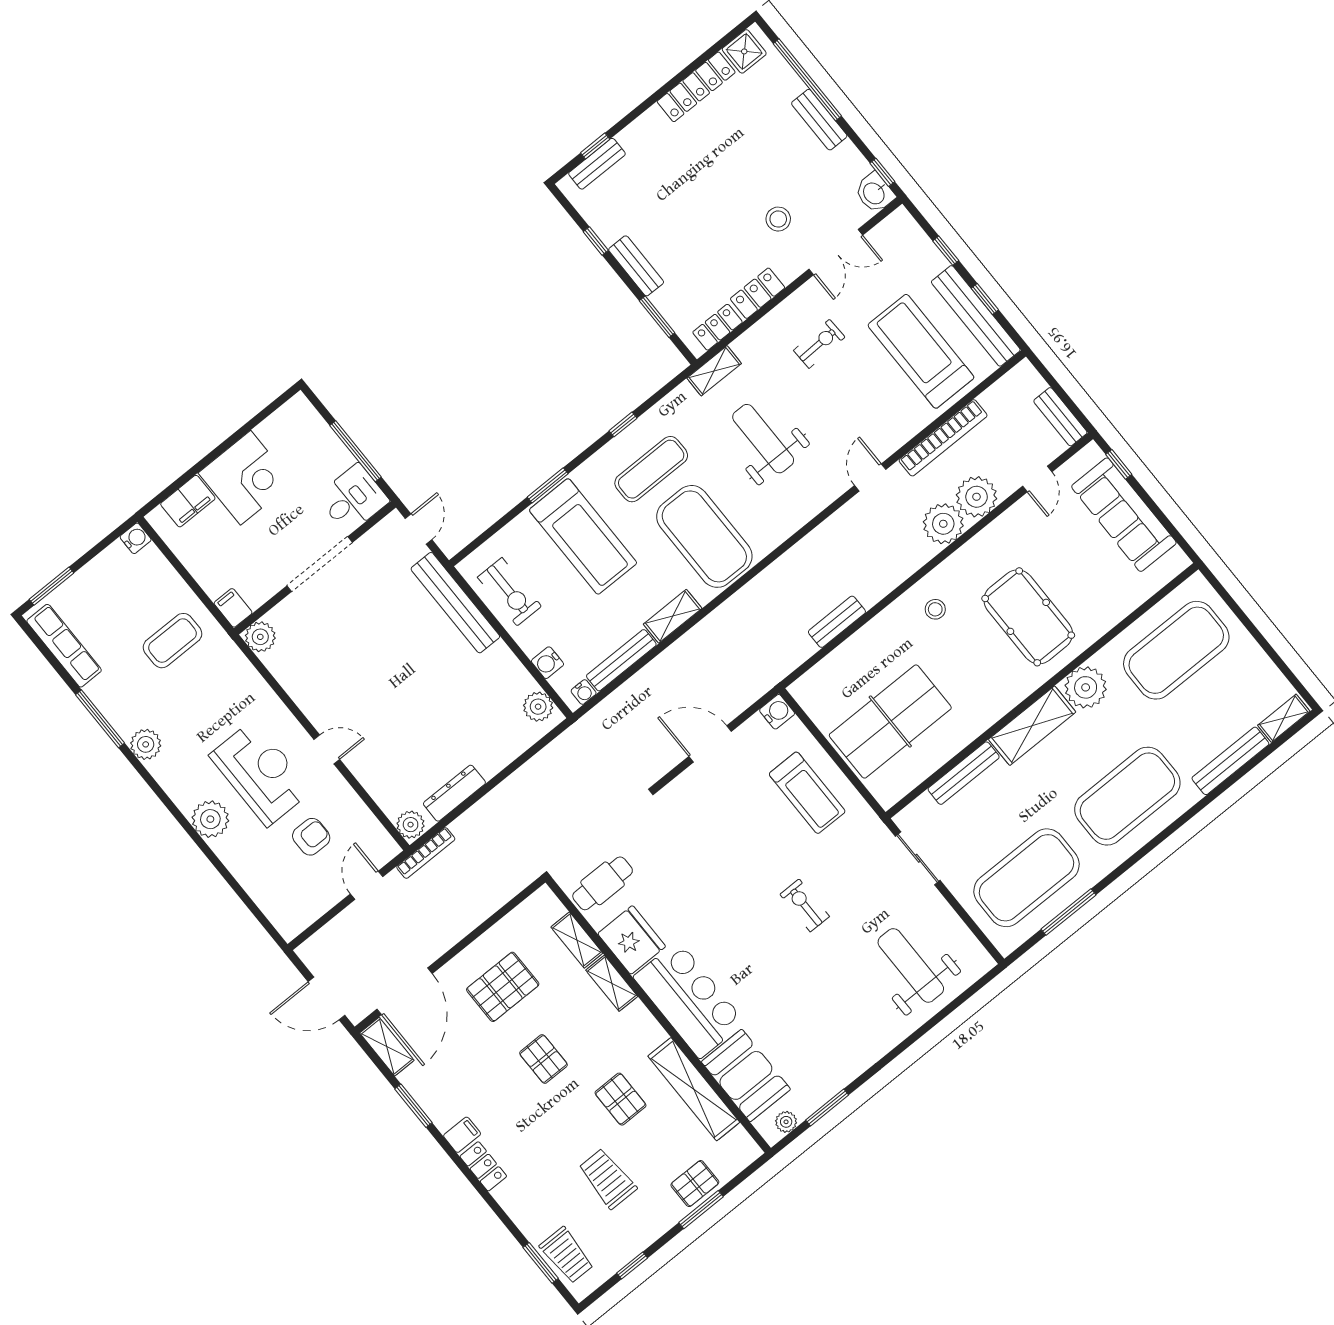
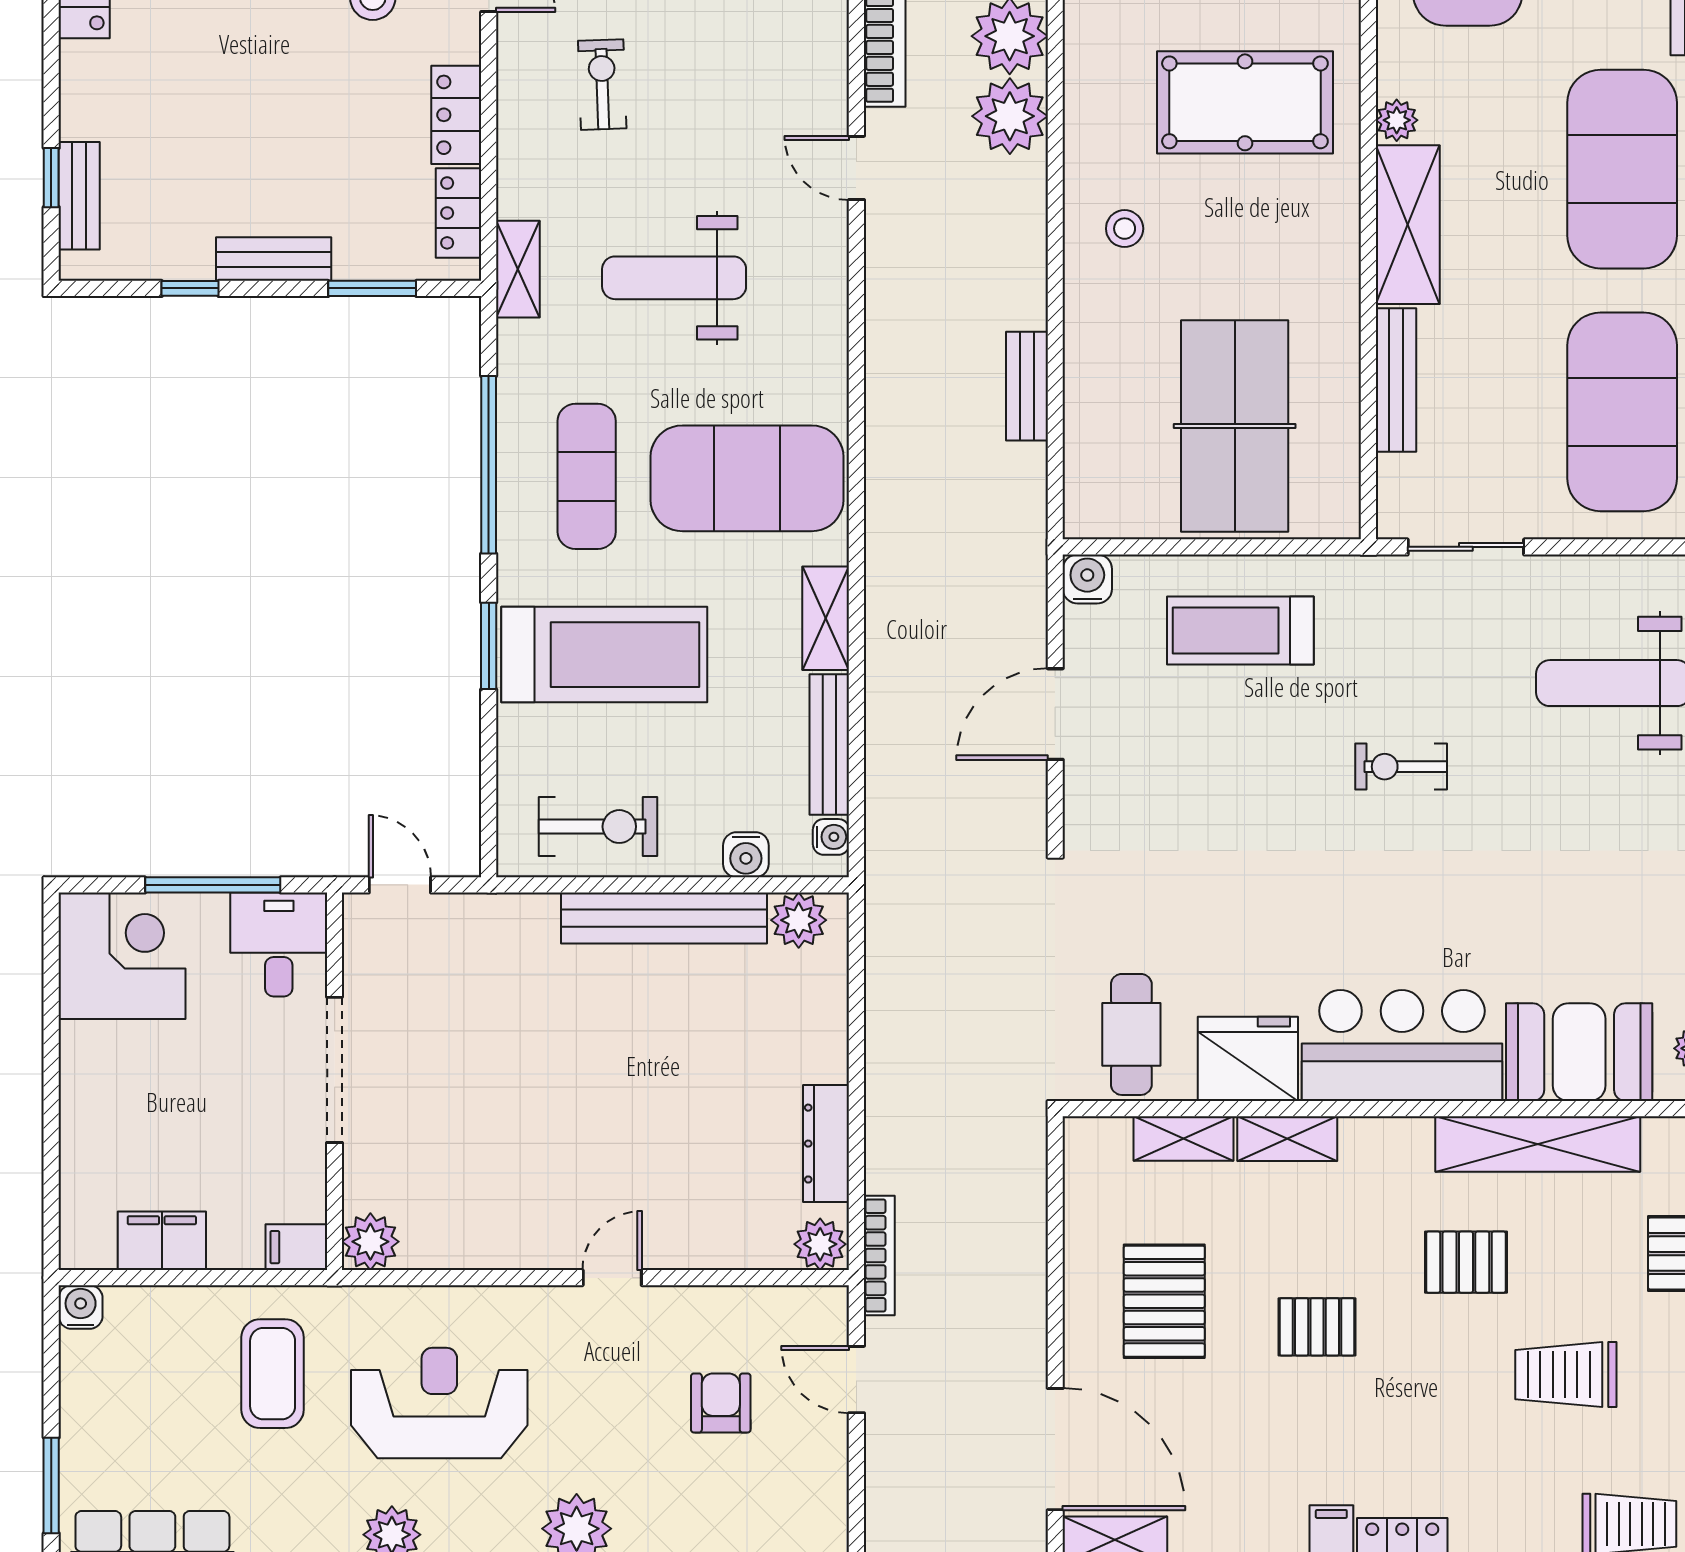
window: (623, 424) -> (489, 465), width x3.17
corner desk: (246, 478) -> (122, 956), moved
filing cabinet: (188, 501) -> (162, 1241), moved, turned -90
bench: (455, 603) -> (664, 918), moved
plant: (1086, 687) -> (1397, 120), width x0.53, depth x0.53
reception desk: (261, 773) -> (439, 1403), moved
treadmill: (807, 793) -> (1240, 630), turned 180

